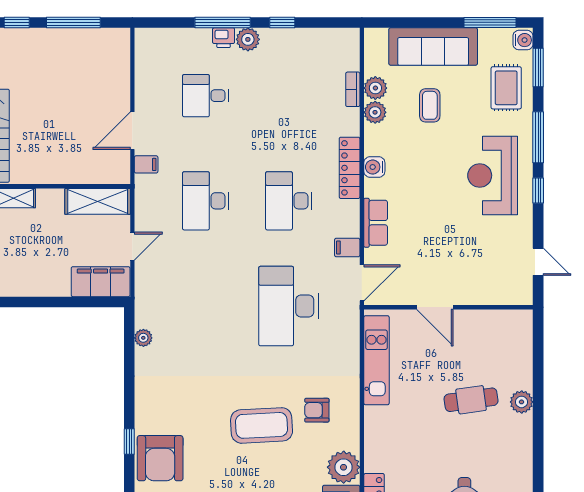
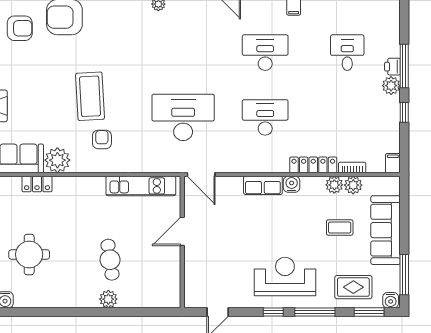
locker: (350, 168) -> (313, 165), moved
row of seats: (376, 223) -> (263, 185), moved
filing cabinet: (347, 248) -> (393, 163), moved

